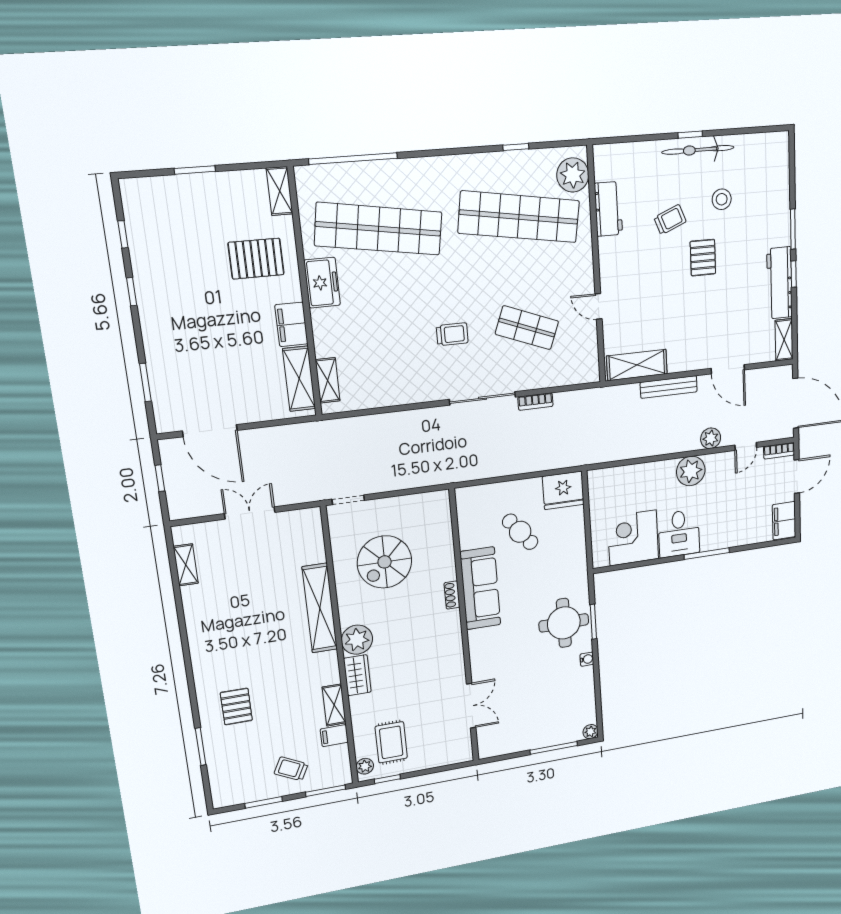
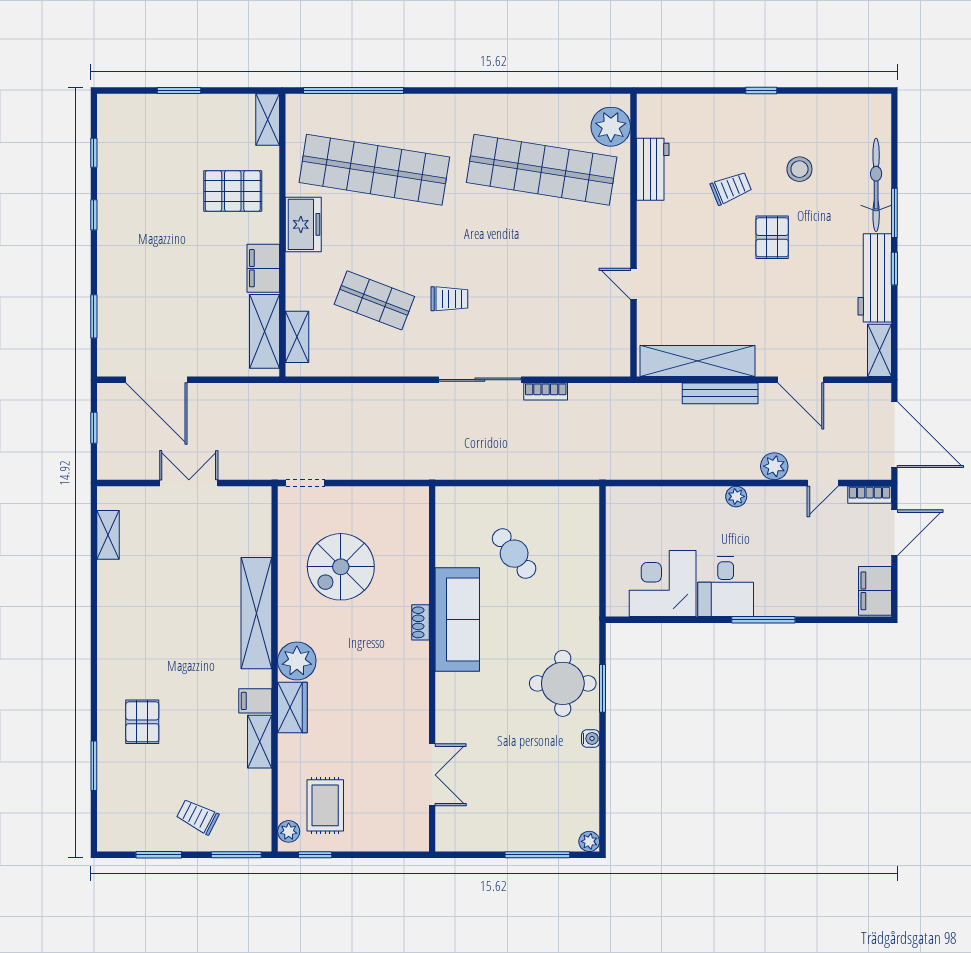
window: (516, 147) -> (544, 90), removed
bicycle: (698, 150) -> (876, 185), moved, turned 90
shop shelf: (527, 328) -> (374, 300), moved
shelving: (637, 365) -> (698, 361), width x1.47
plant: (691, 471) -> (736, 496), width x0.53, depth x0.53
fridge: (563, 490) -> (574, 508), removed
filing cabinet: (334, 736) -> (255, 701), moved

